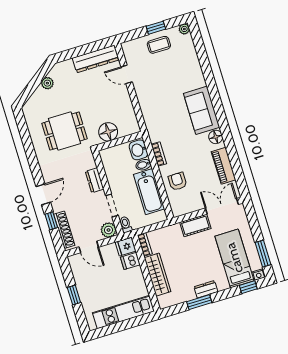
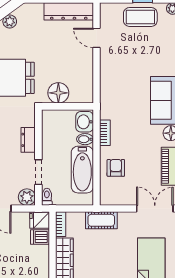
coffee table: (159, 45) -> (140, 17), width x1.36, depth x1.30
cot: (195, 225) -> (101, 220), moved

